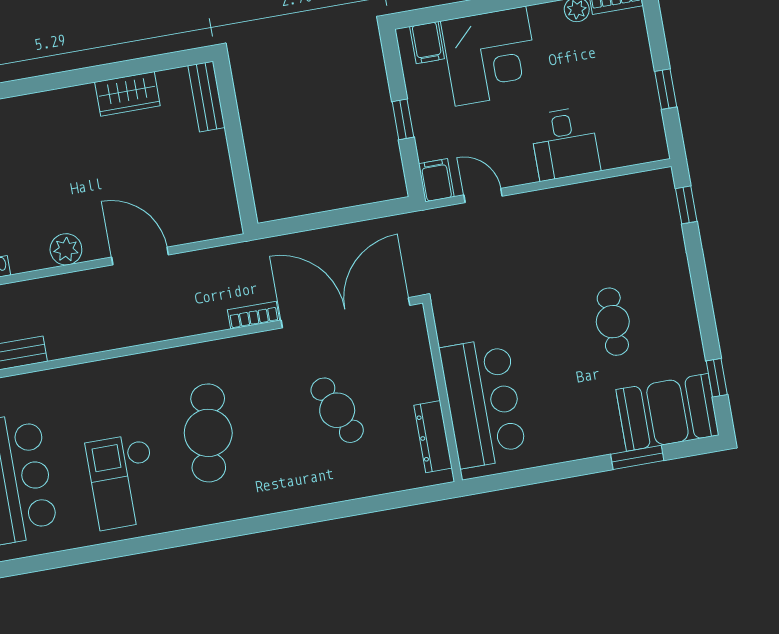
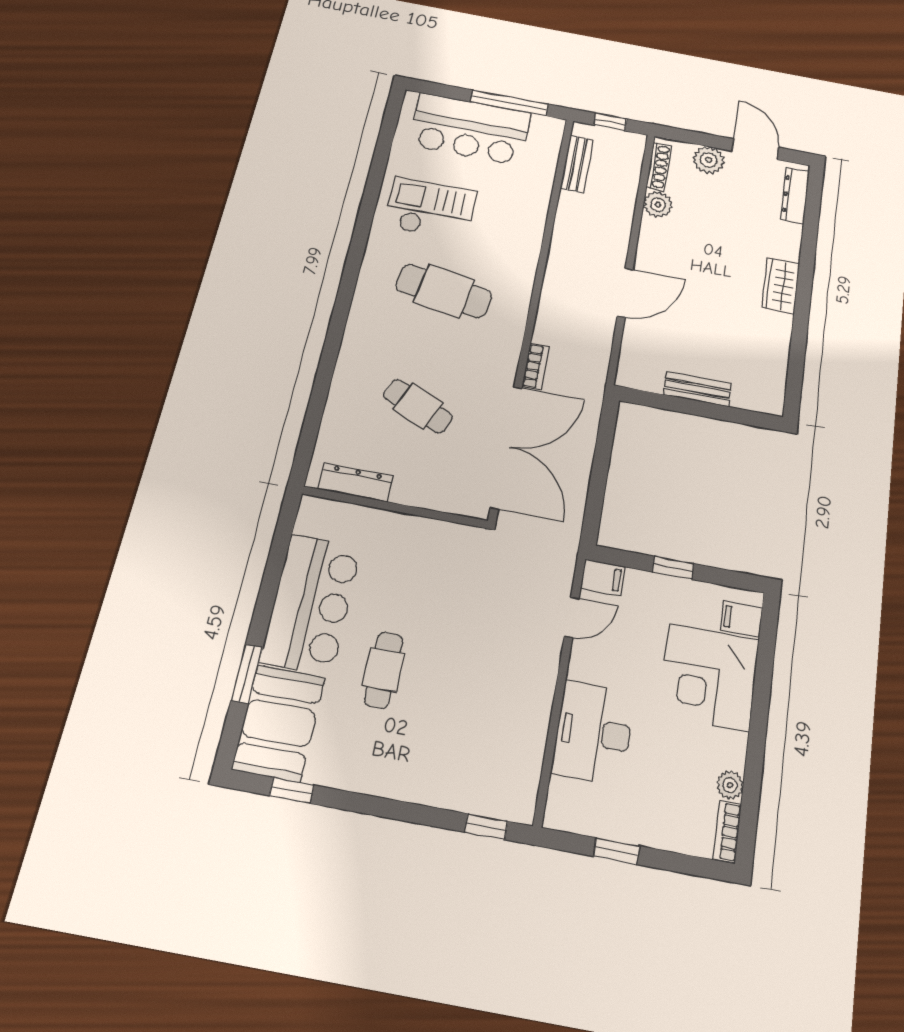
wardrobe: (127, 94) -> (781, 286), moved
bench: (206, 97) -> (698, 389), moved
desk: (565, 144) -> (594, 733), width x1.37
plant: (66, 249) -> (658, 205), moved
cafe table: (613, 322) -> (383, 670), moved, turned 90
bar counter: (483, 403) -> (311, 604), moved, turned -90
cafe table: (337, 410) -> (418, 406), turned 48

